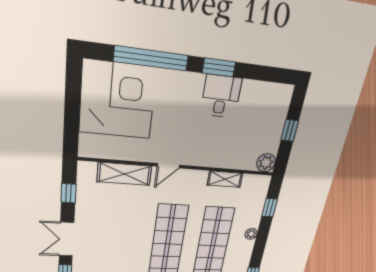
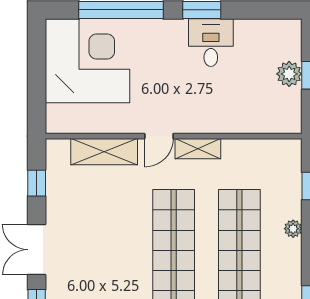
plant: (266, 163) -> (289, 74), moved
shelving: (225, 179) -> (198, 149), moved

